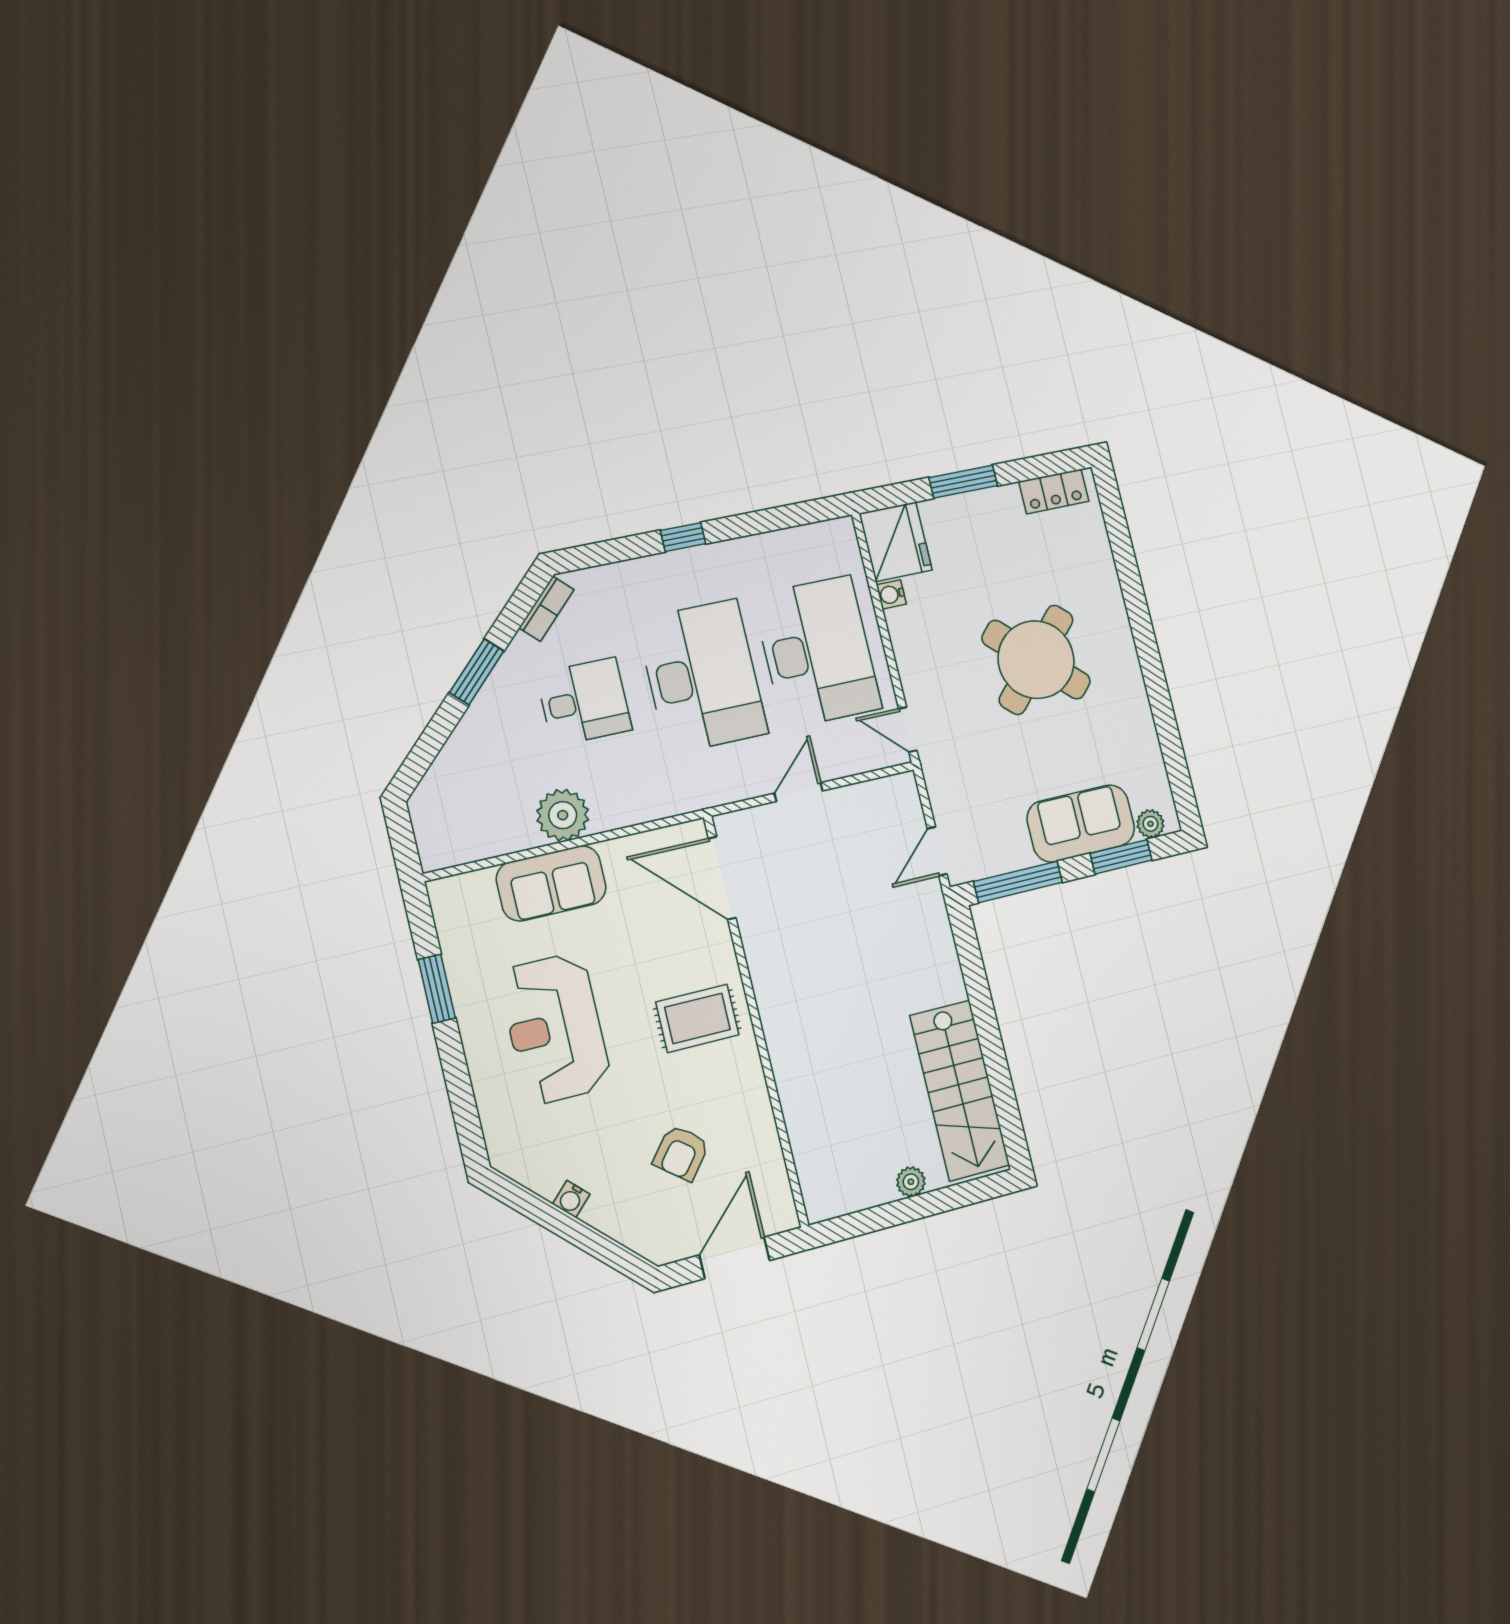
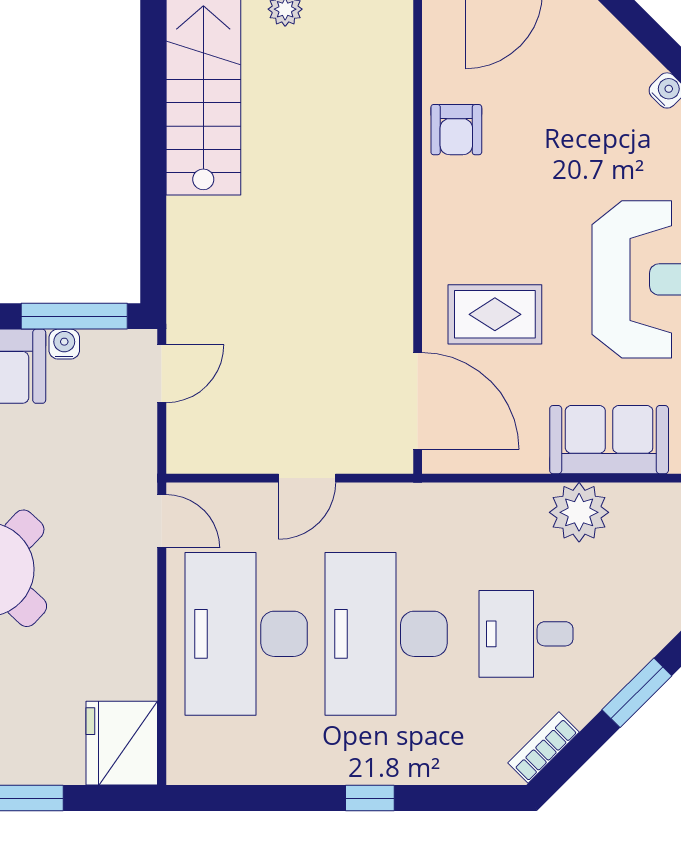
water cooler: (891, 594) -> (64, 344), moved, turned -90
rug: (697, 1018) -> (495, 314), moved
armchair: (681, 1153) -> (456, 130), moved, turned 141

